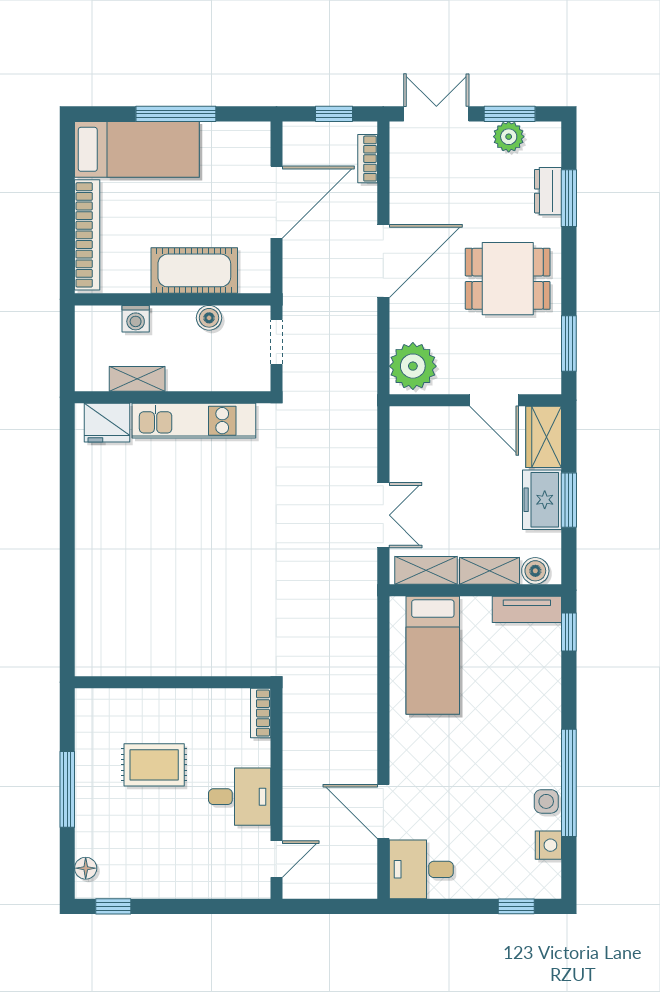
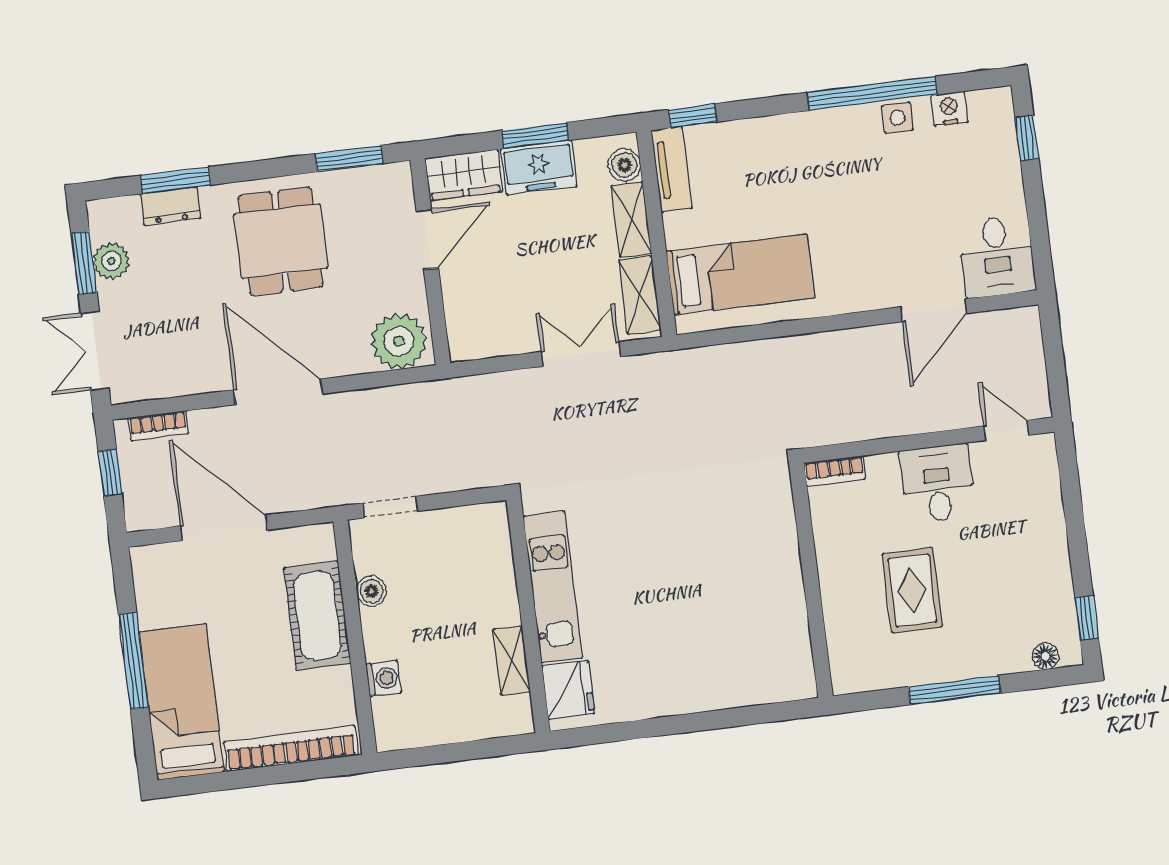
shelving: (137, 379) -> (511, 660), moved
wall: (173, 397) -> (528, 616), moved
kitchen unit: (194, 421) -> (553, 587), moved
fridge: (107, 423) -> (568, 690), moved

